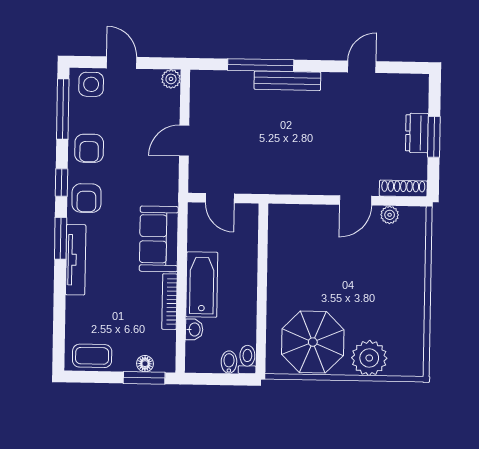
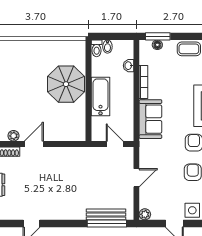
window: (261, 65) -> (107, 224), moved
bench: (287, 81) -> (106, 214), moved
bathtub: (202, 285) -> (100, 97), moved, turned 180
parasol: (313, 342) -> (66, 84), moved
plant: (369, 358) -> (24, 50), removed

